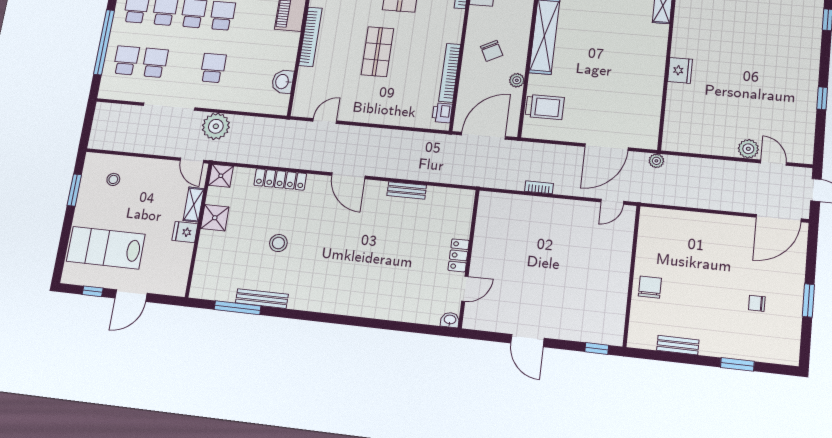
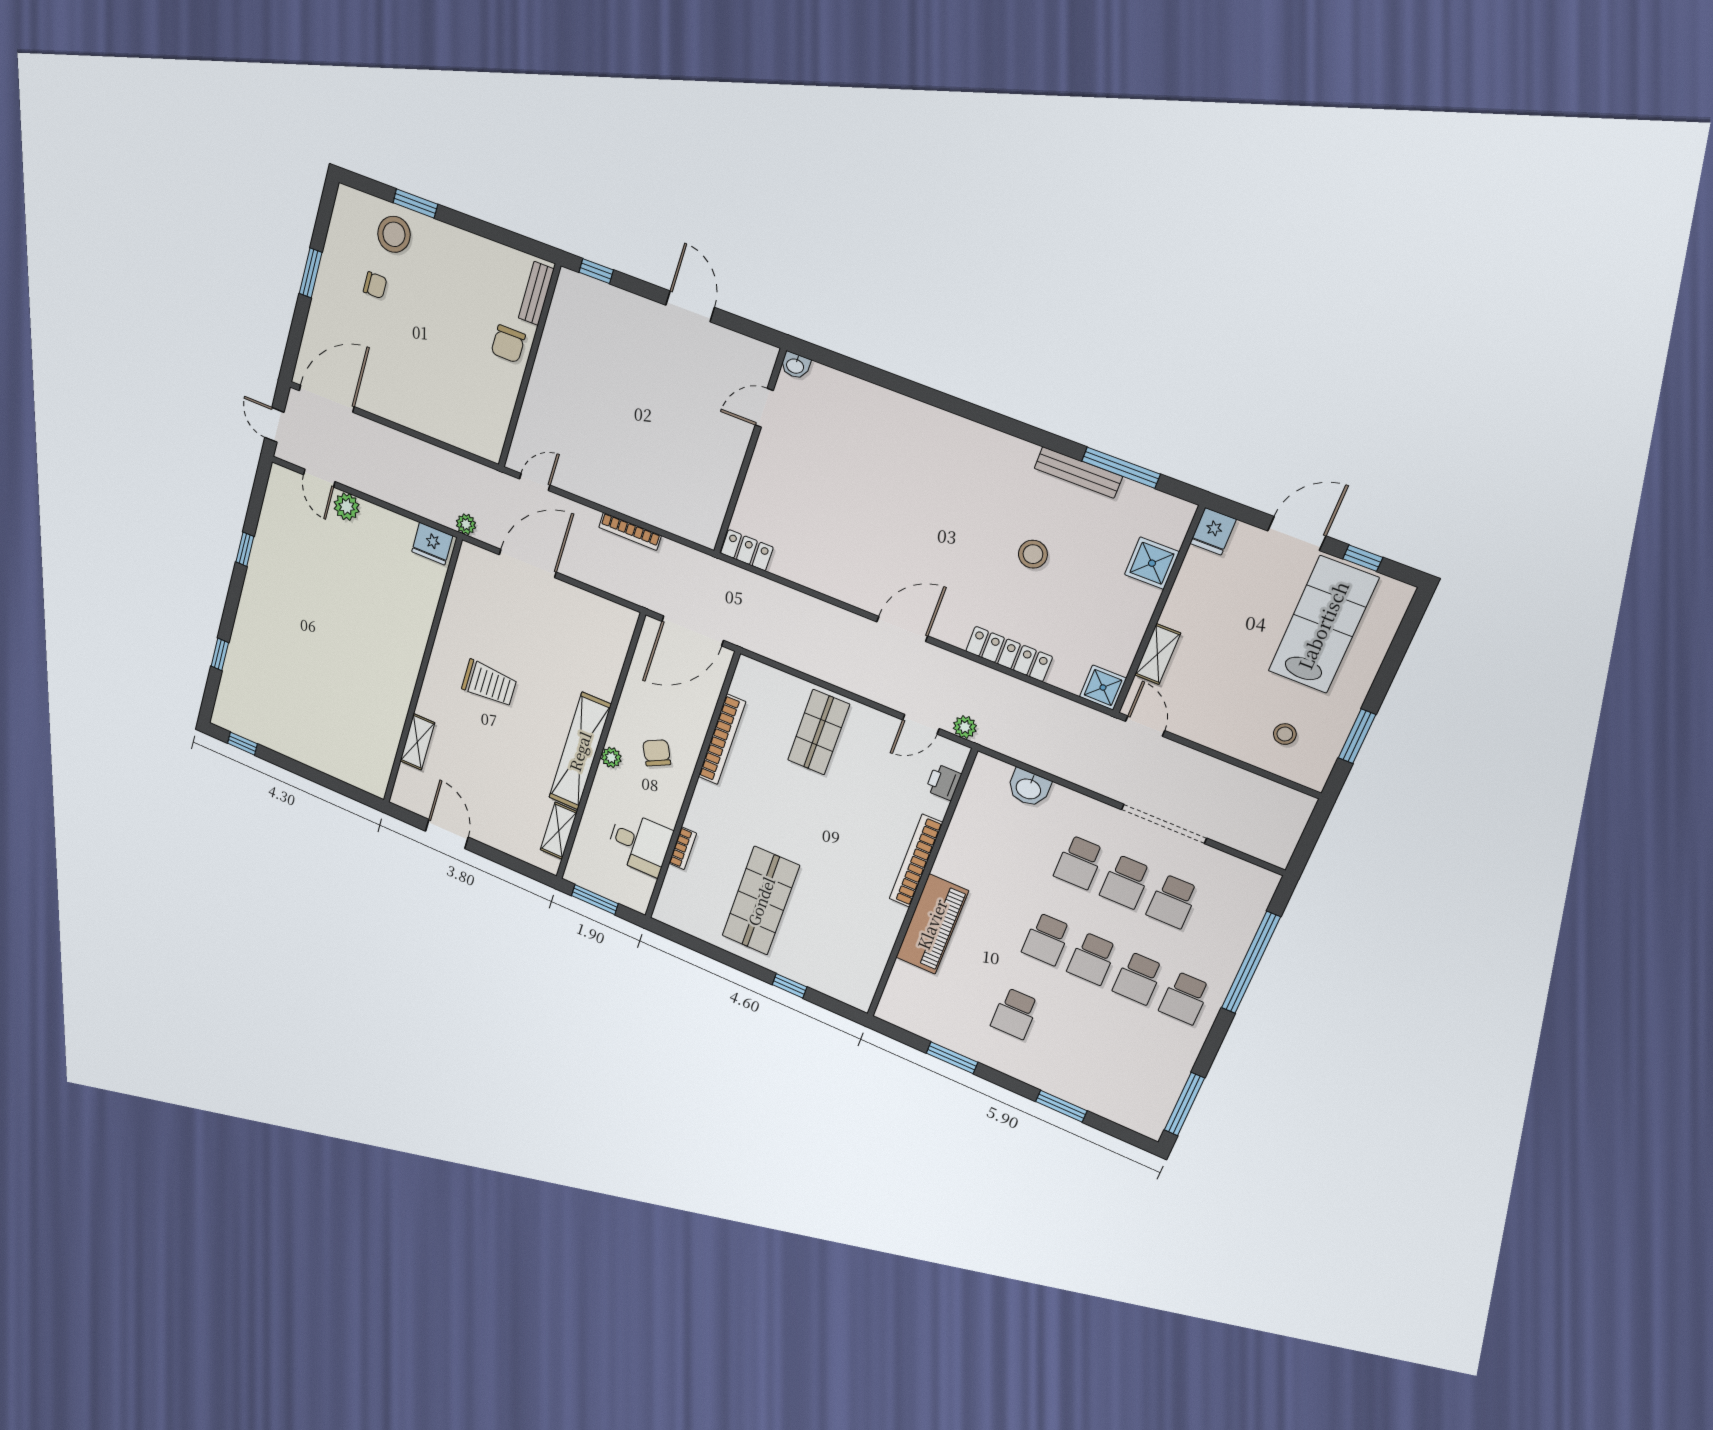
shop shelf: (377, 52) -> (819, 732), moved
school desk: (126, 60) -> (1125, 882), moved
fridge: (680, 70) -> (432, 544), moved, turned -90
plant: (517, 80) -> (611, 757), moved
washbasin: (283, 82) -> (1029, 788), moved, turned 90
trolley: (545, 107) -> (489, 683), moved, turned 180
printer: (442, 113) -> (944, 782), moved, turned 180
plant: (216, 126) -> (965, 727), moved, width x0.53, depth x0.53
door: (348, 176) -> (902, 629), hinge flipped
bookcase: (539, 187) -> (630, 531), width x1.56
bench: (407, 190) -> (820, 581), removed
shower: (215, 218) -> (1152, 563), moved
fridge: (185, 232) -> (1213, 531), moved, turned 90
lab bench: (106, 248) -> (1323, 625), turned -90
locker: (459, 255) -> (747, 550), moved, turned -90
stool: (749, 340) -> (394, 234), added
bench: (678, 345) -> (536, 293), moved, turned 90

